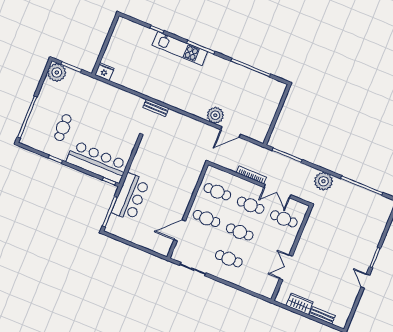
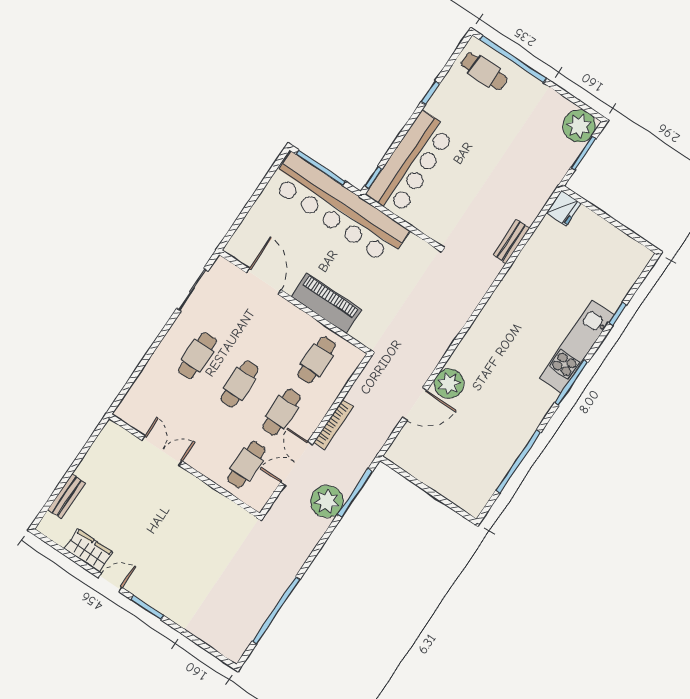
bench: (156, 108) -> (511, 241), moved
cafe table: (63, 128) -> (484, 71), moved
door: (231, 132) -> (415, 404), swing flipped
plant: (323, 181) -> (327, 501), moved
piano: (185, 193) -> (326, 303), added
bar counter: (131, 197) -> (339, 209), width x1.86
cafe table: (206, 218) -> (275, 332), removed
wardrobe: (300, 304) -> (89, 551), moved, turned -90

